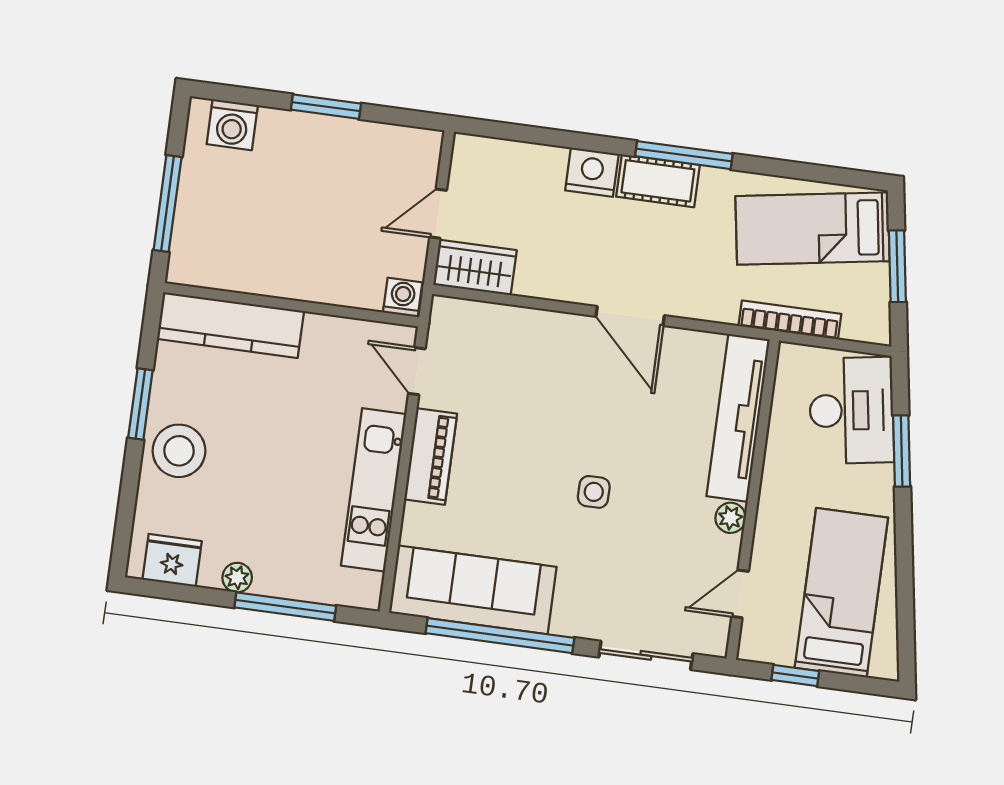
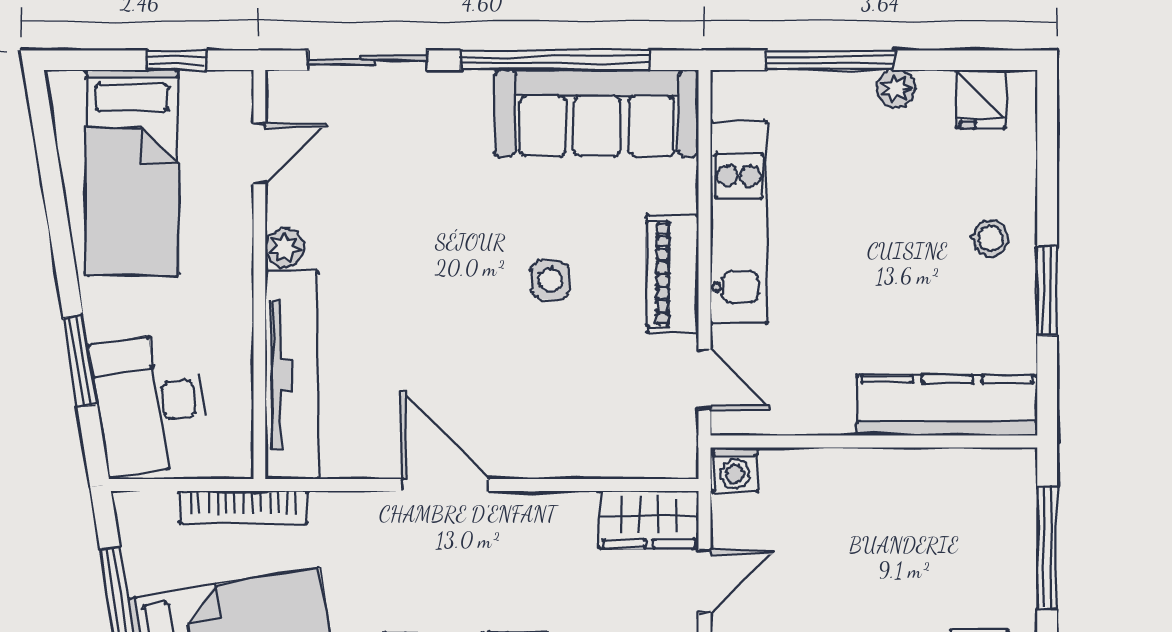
stool: (179, 451) -> (991, 238), width x0.53, depth x0.53
side table: (594, 492) -> (550, 280), moved
fridge: (172, 560) -> (981, 99), width x0.72

